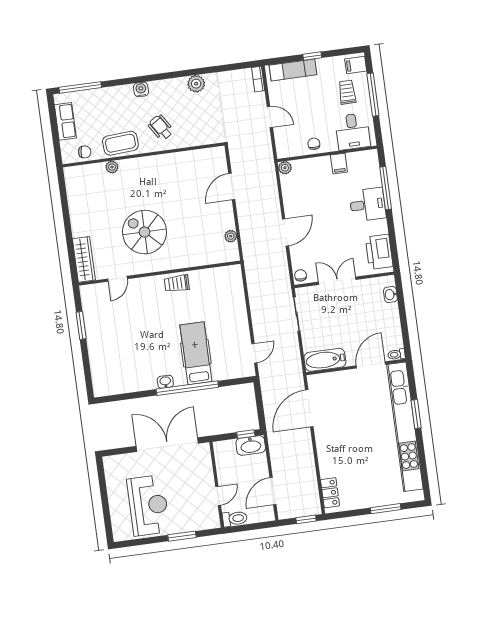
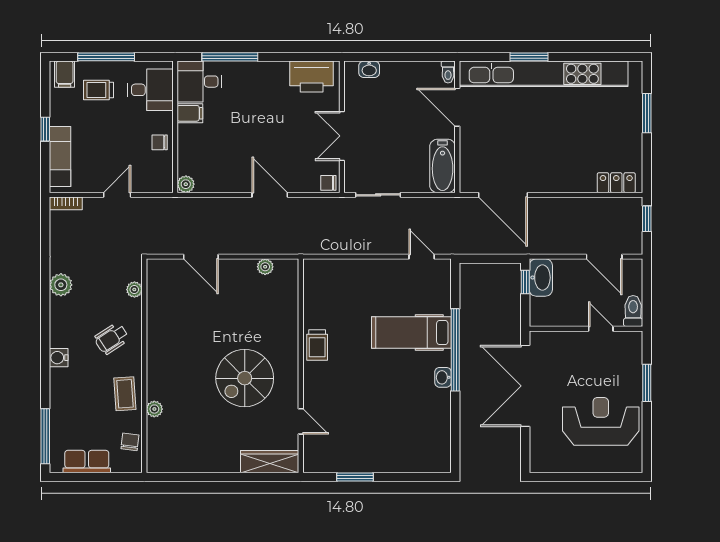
plant: (200, 140) -> (134, 290), added
coffee table: (120, 143) -> (125, 394), width x0.73, depth x0.77
desk: (368, 205) -> (199, 82), moved, turned -90

